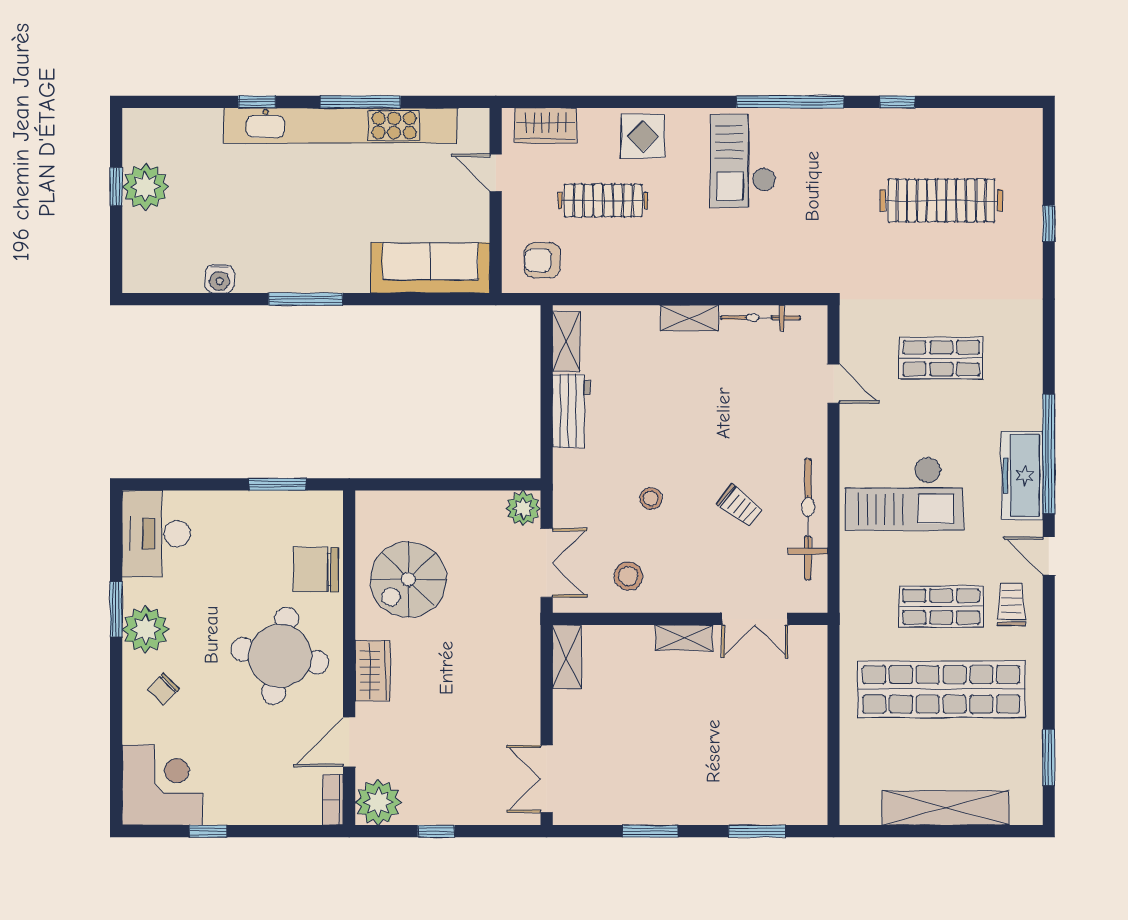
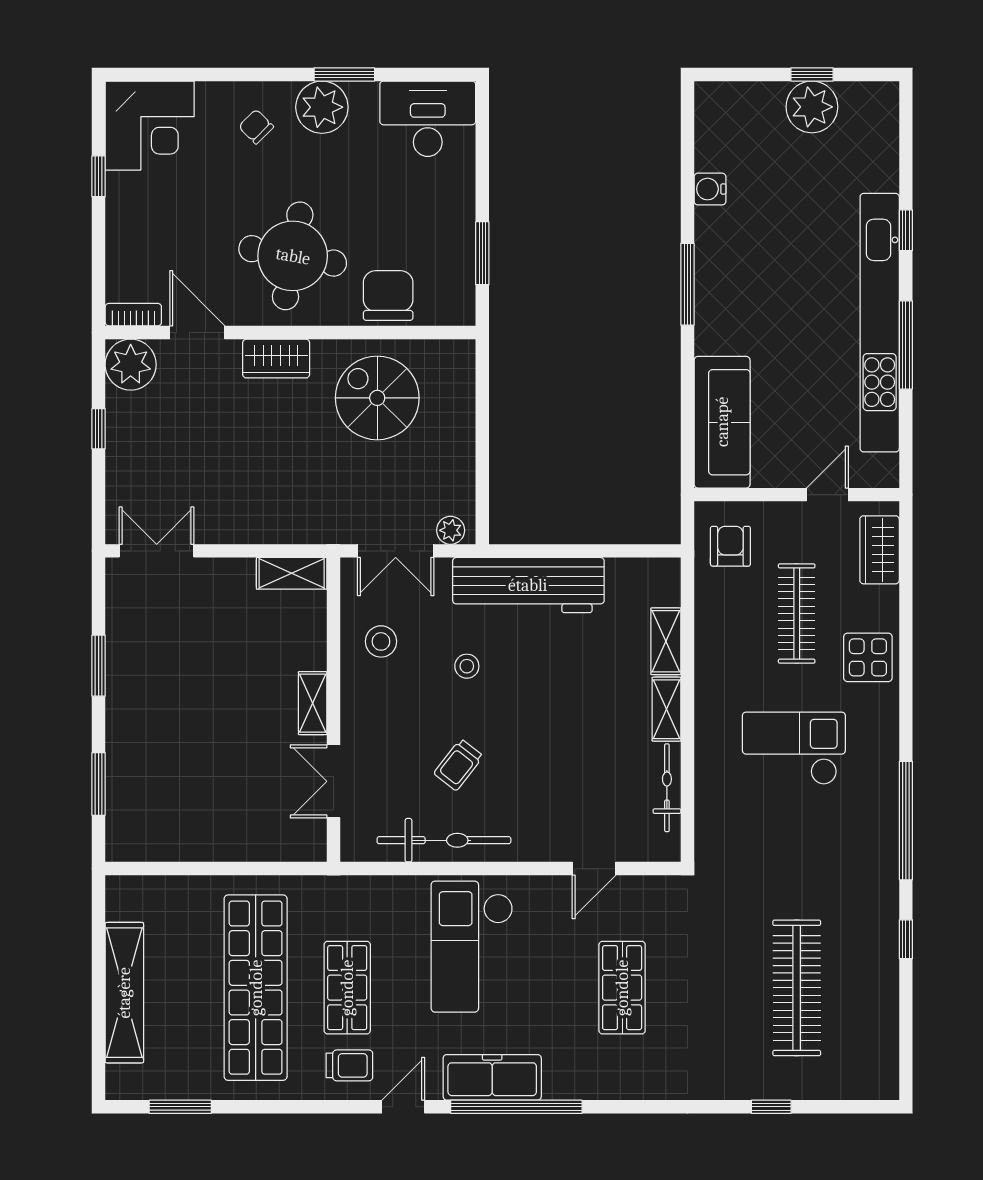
checkout: (743, 161) -> (794, 748), moved
shelving: (566, 342) -> (666, 641), moved, turned 90
workbench: (571, 411) -> (528, 585), width x1.88, depth x1.32
plant: (523, 508) -> (451, 530), width x0.73, depth x0.73

